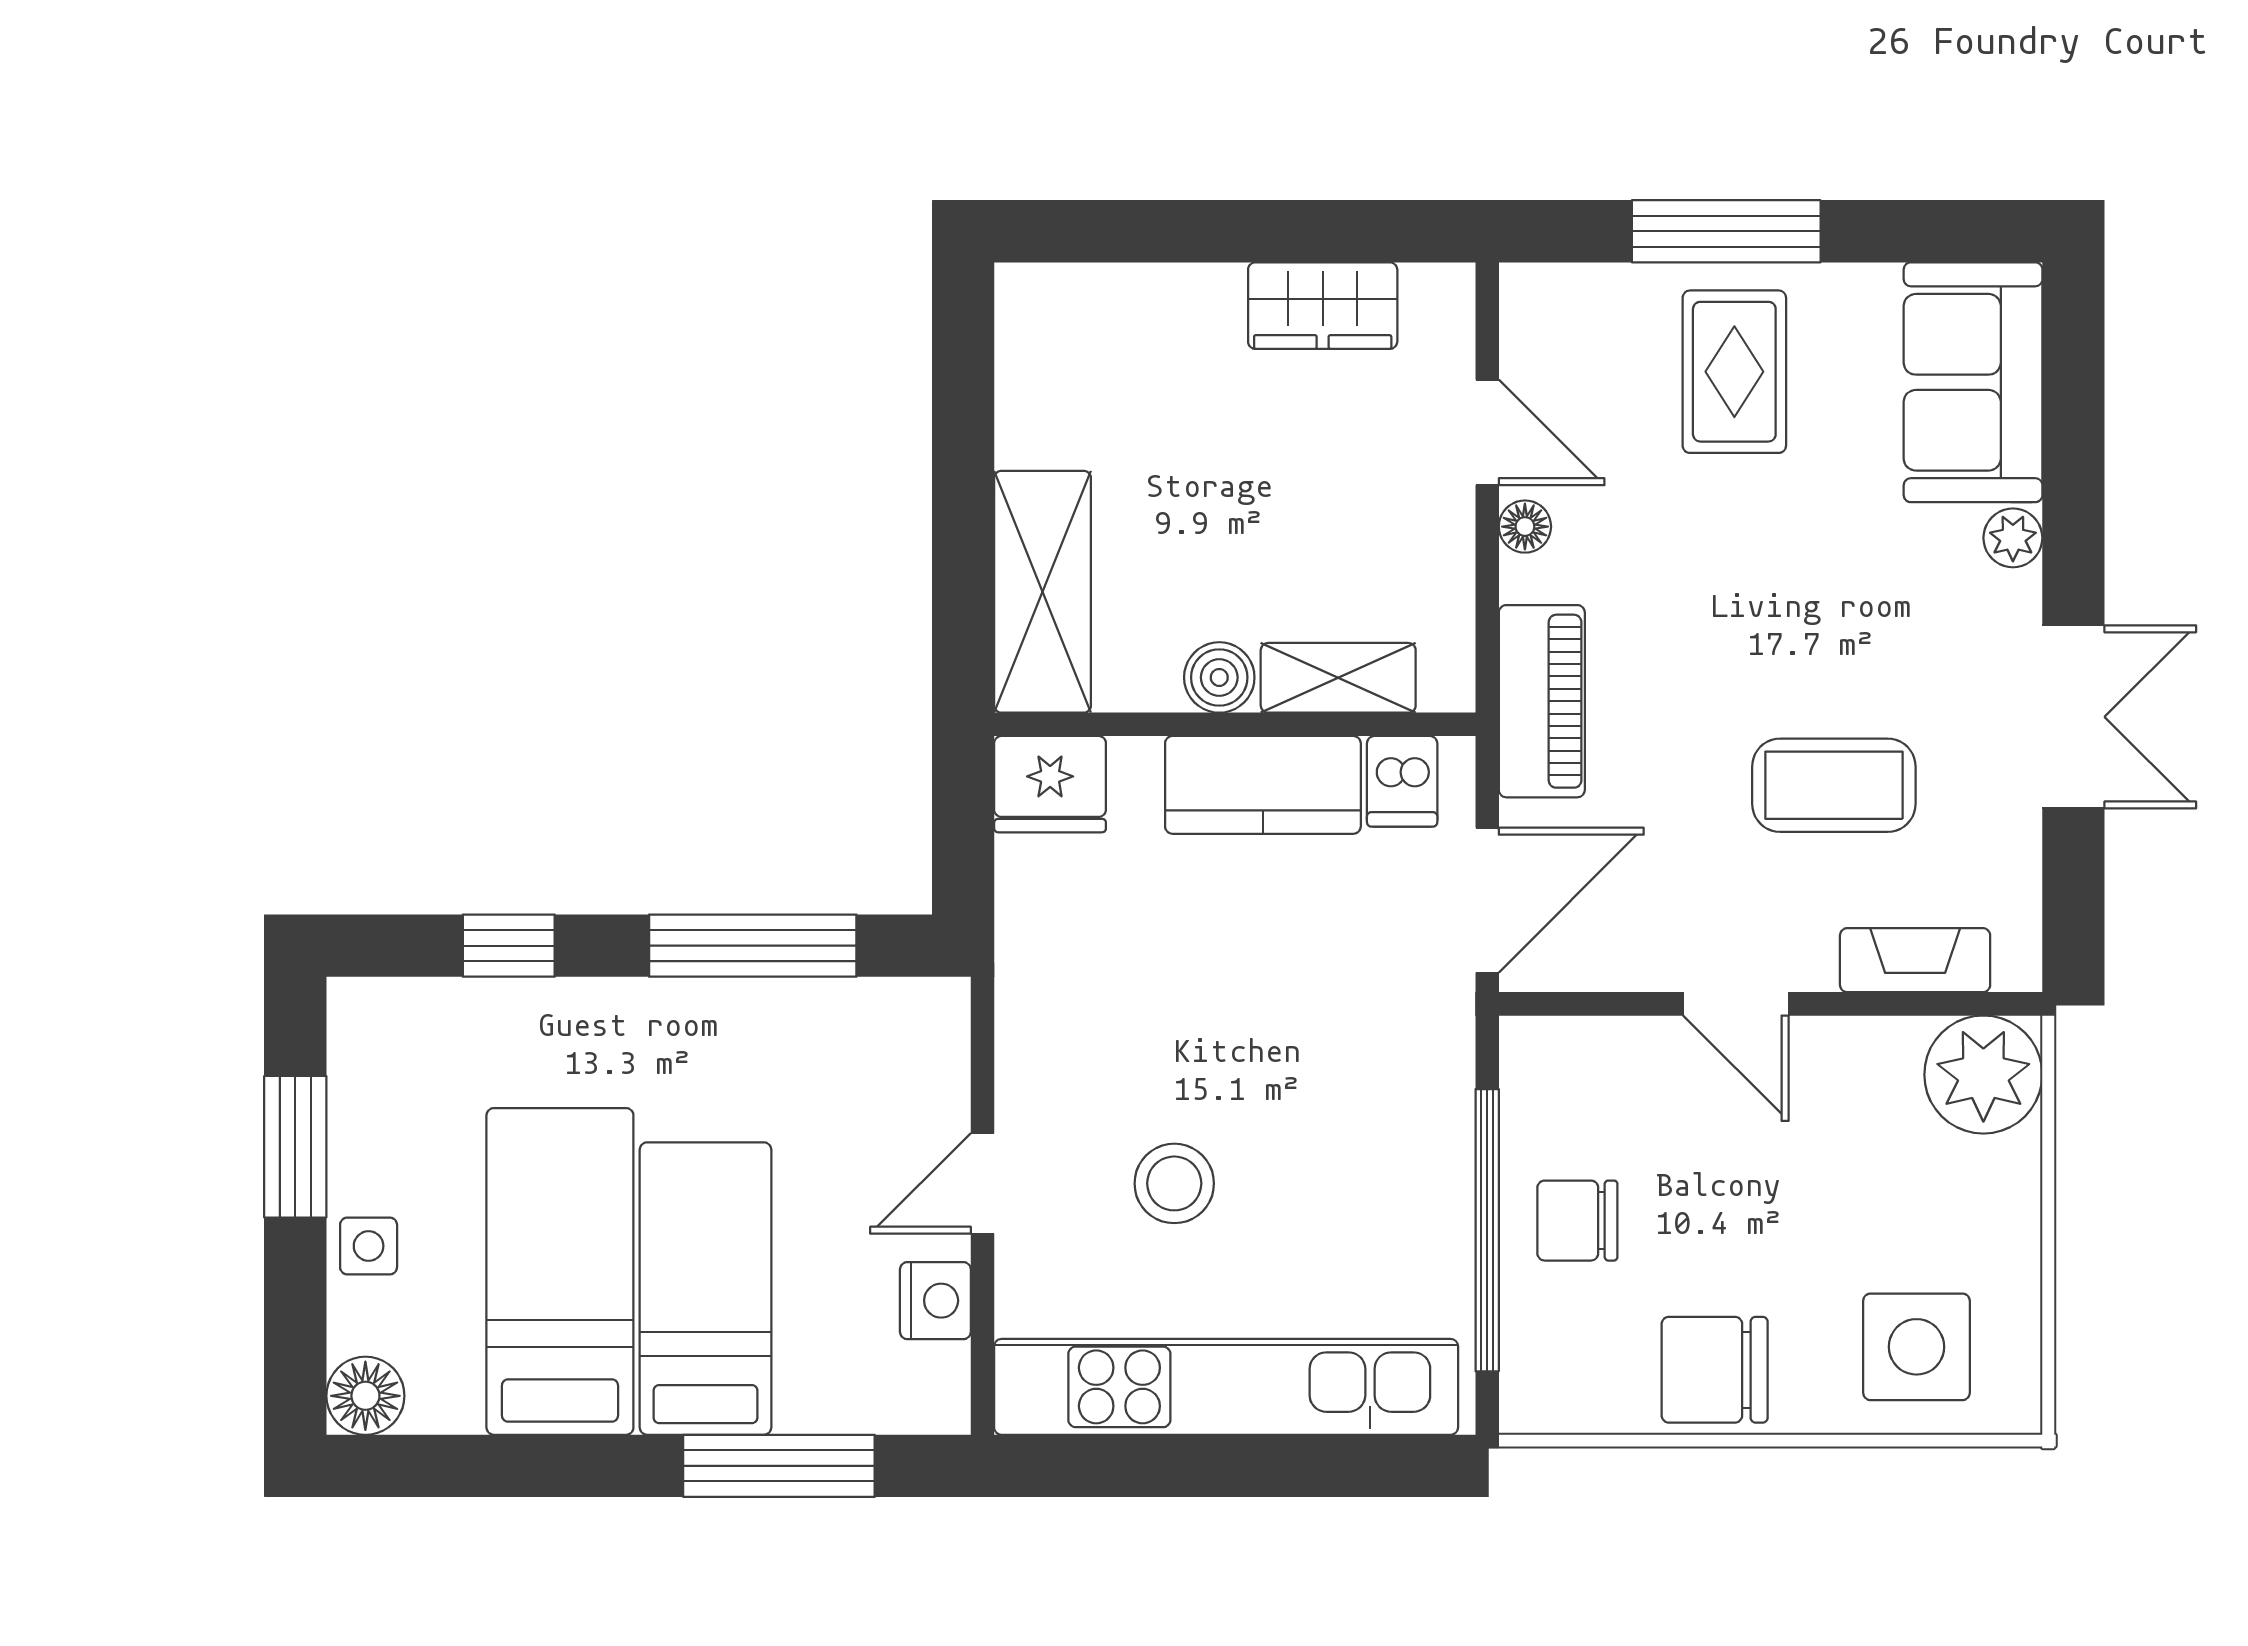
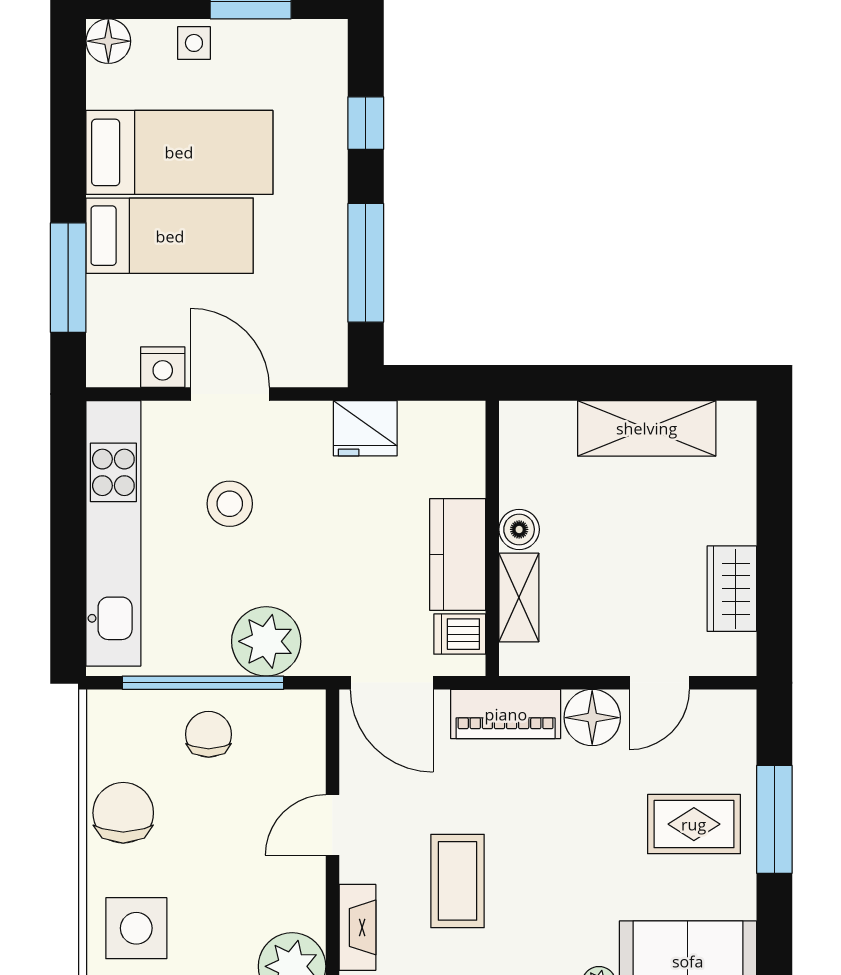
floor lamp: (1525, 527) -> (592, 718), width x1.89, depth x1.89
shelving: (1042, 592) -> (647, 428), moved
fridge: (1050, 784) -> (365, 428), moved, turned -90
plant: (1415, 1120) -> (266, 641), added
door: (982, 1183) -> (230, 394), width x1.38

